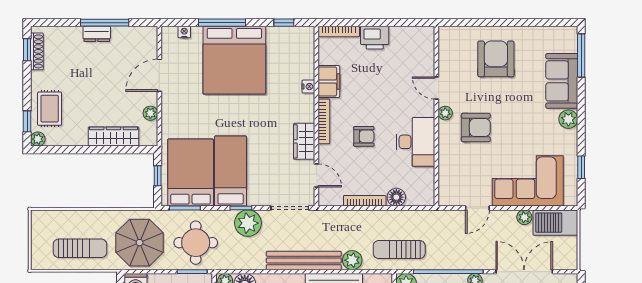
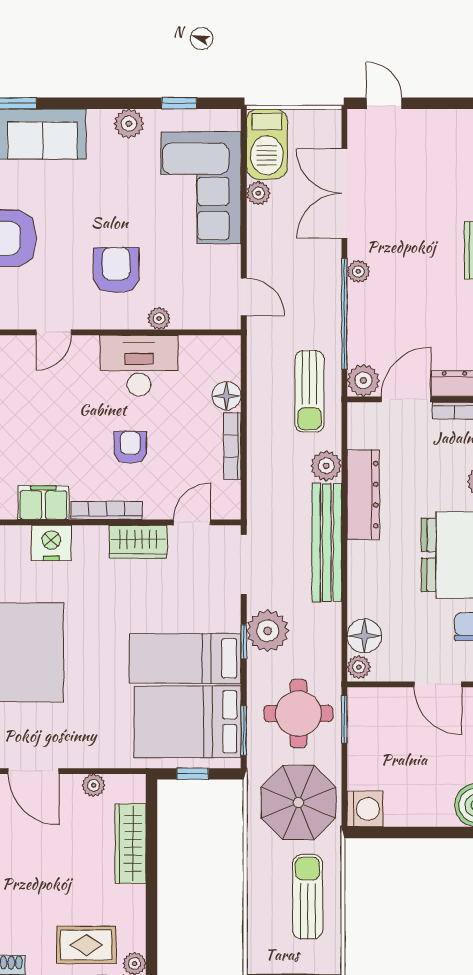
nightstand: (308, 87) -> (51, 543), width x1.89, depth x1.79
plant: (445, 113) -> (159, 318), moved
plant: (568, 119) -> (129, 124), moved
door: (477, 208) -> (244, 297), moved

